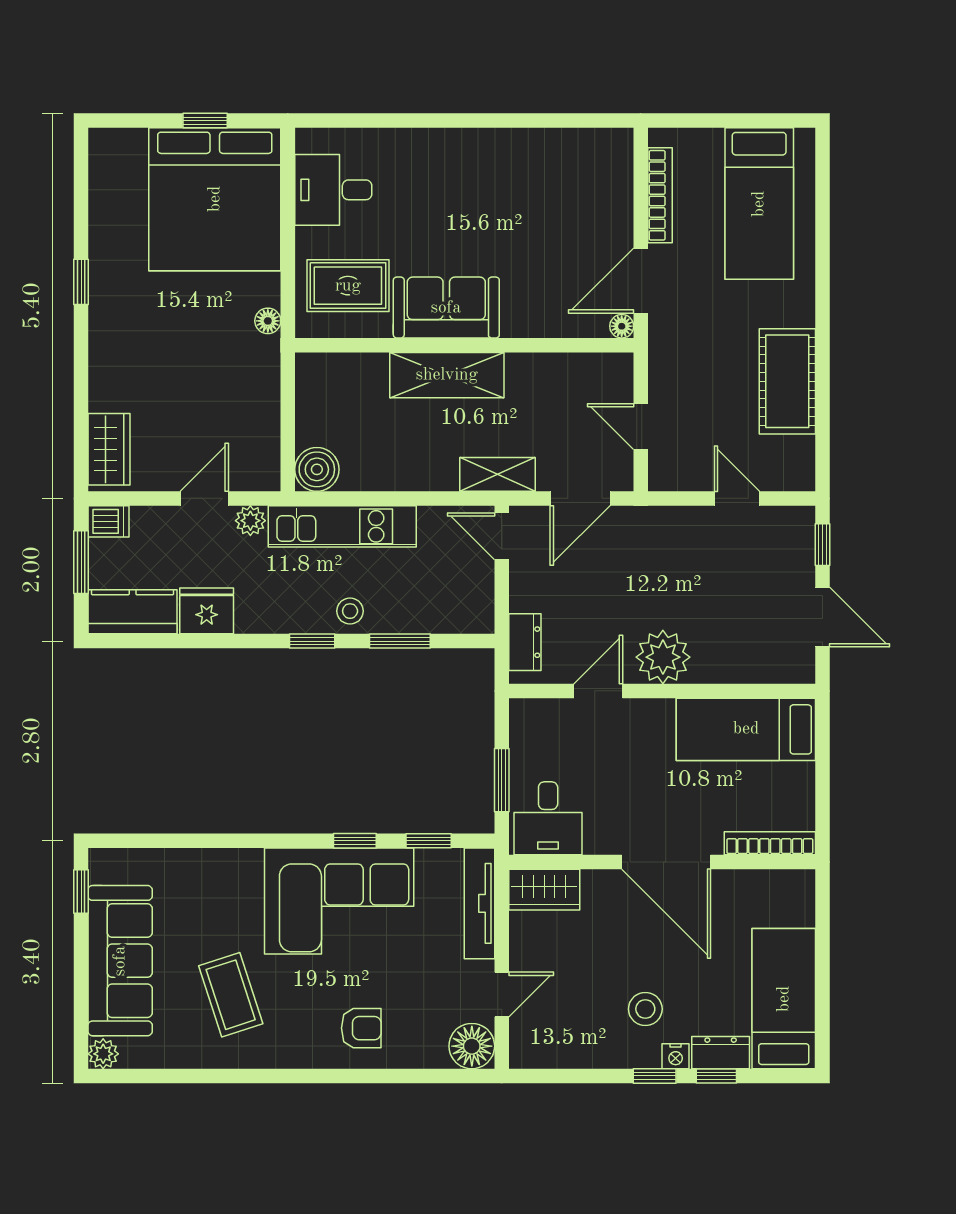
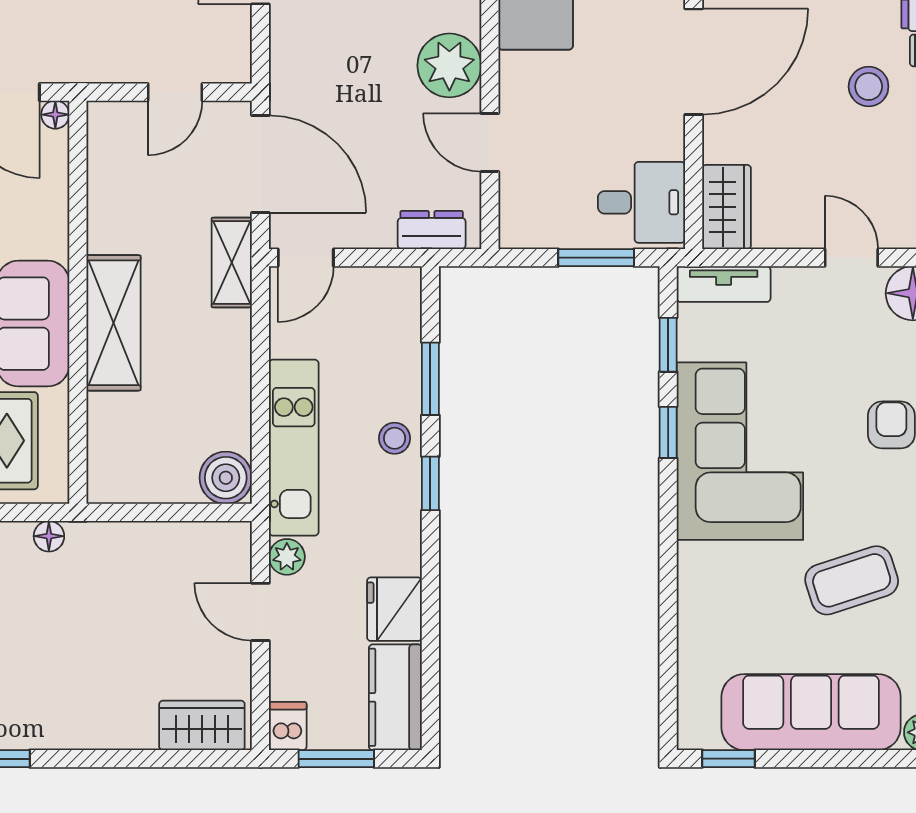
door: (580, 498) -> (260, 164), width x1.36
tv unit: (479, 903) -> (724, 284), width x0.71

